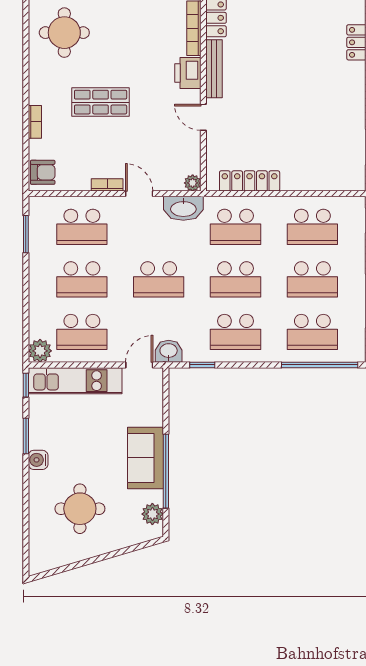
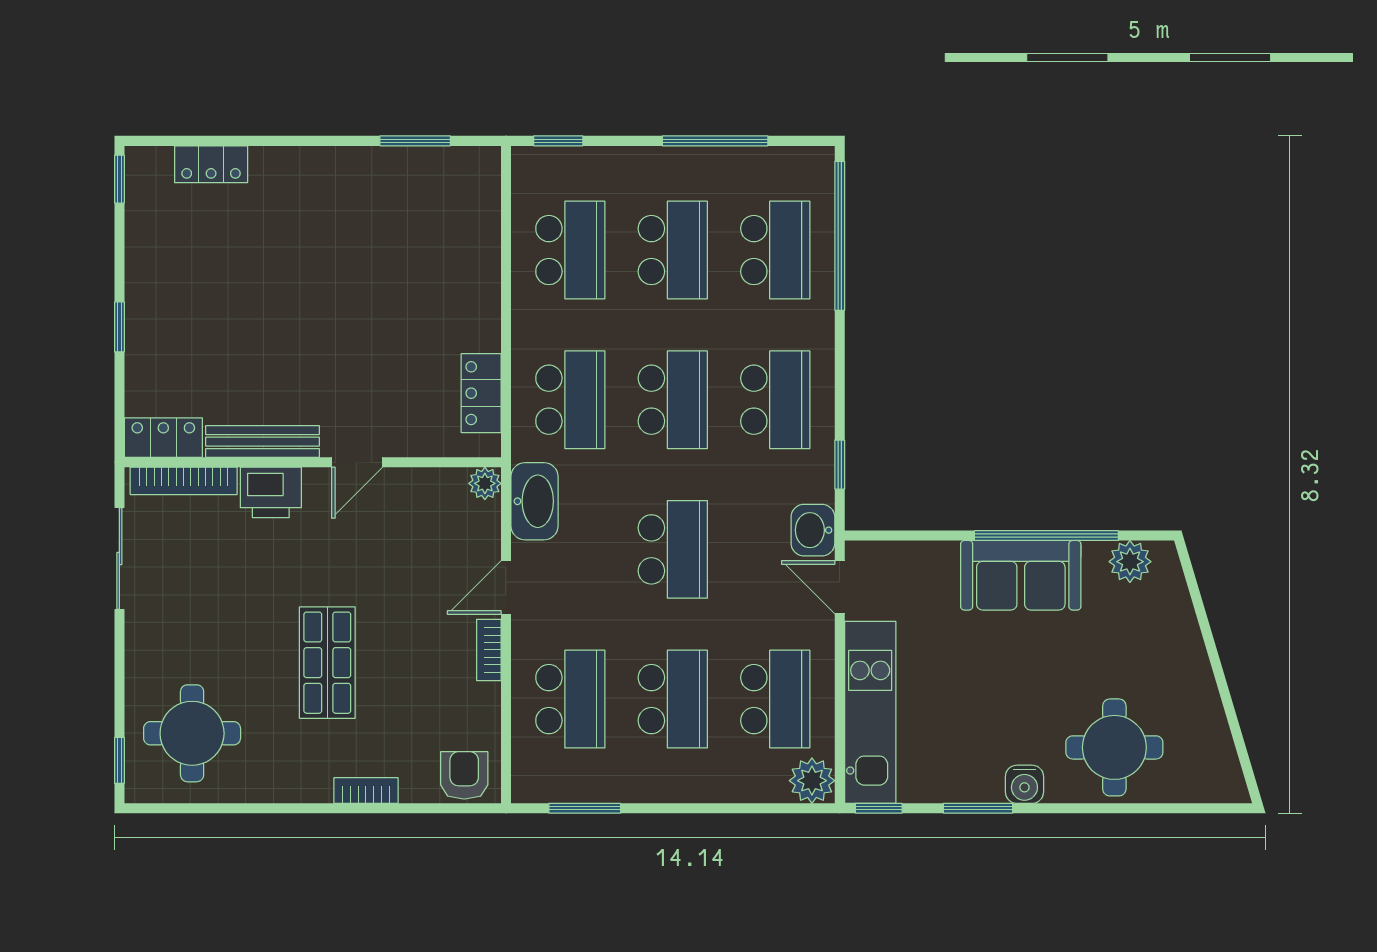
locker: (250, 181) -> (481, 393), width x0.66
round table: (80, 509) -> (1114, 747), moved

